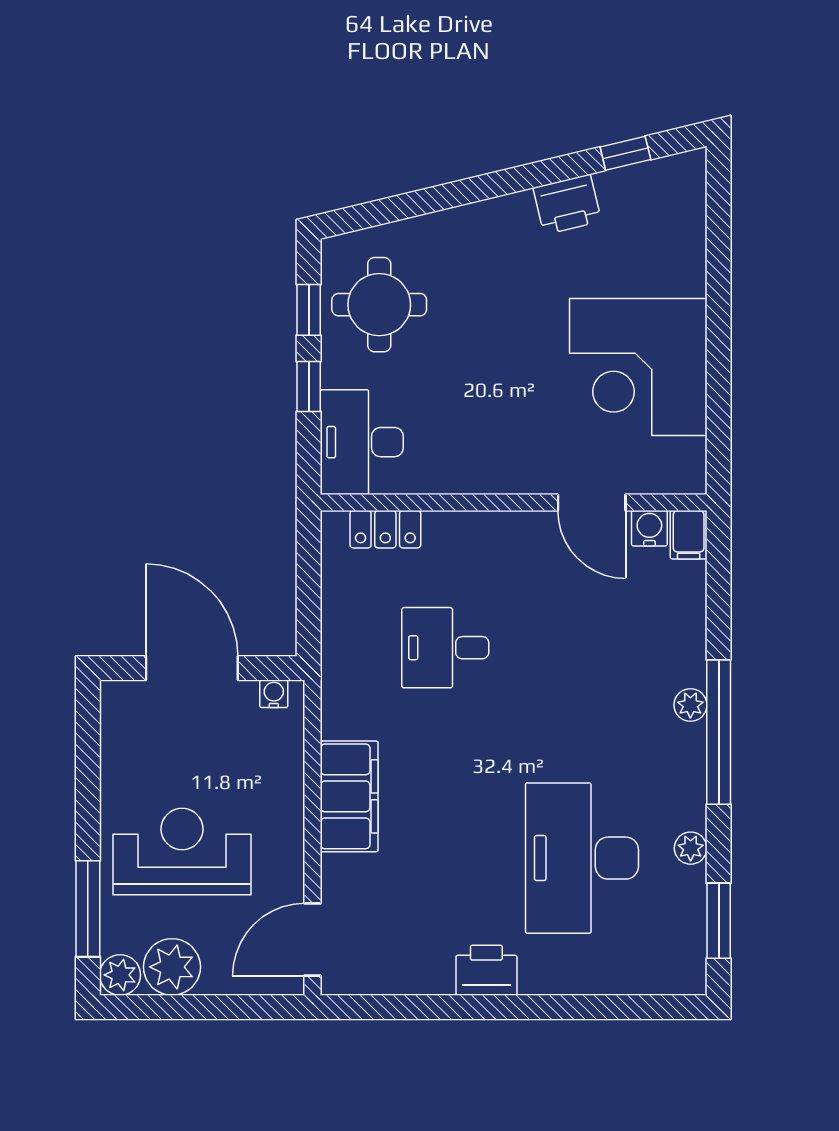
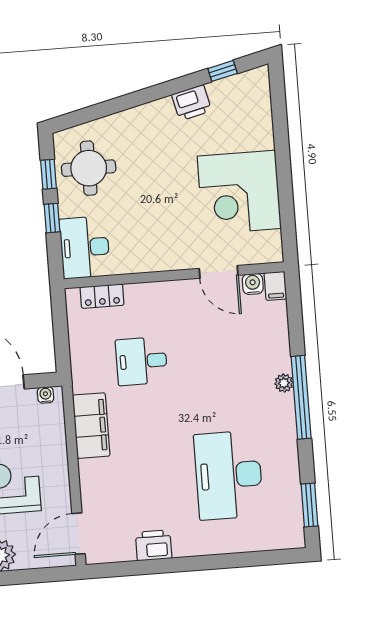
filing cabinet: (349, 796) -> (91, 426), moved
plant: (691, 848) -> (290, 465), removed
printer: (486, 970) -> (154, 545), moved

